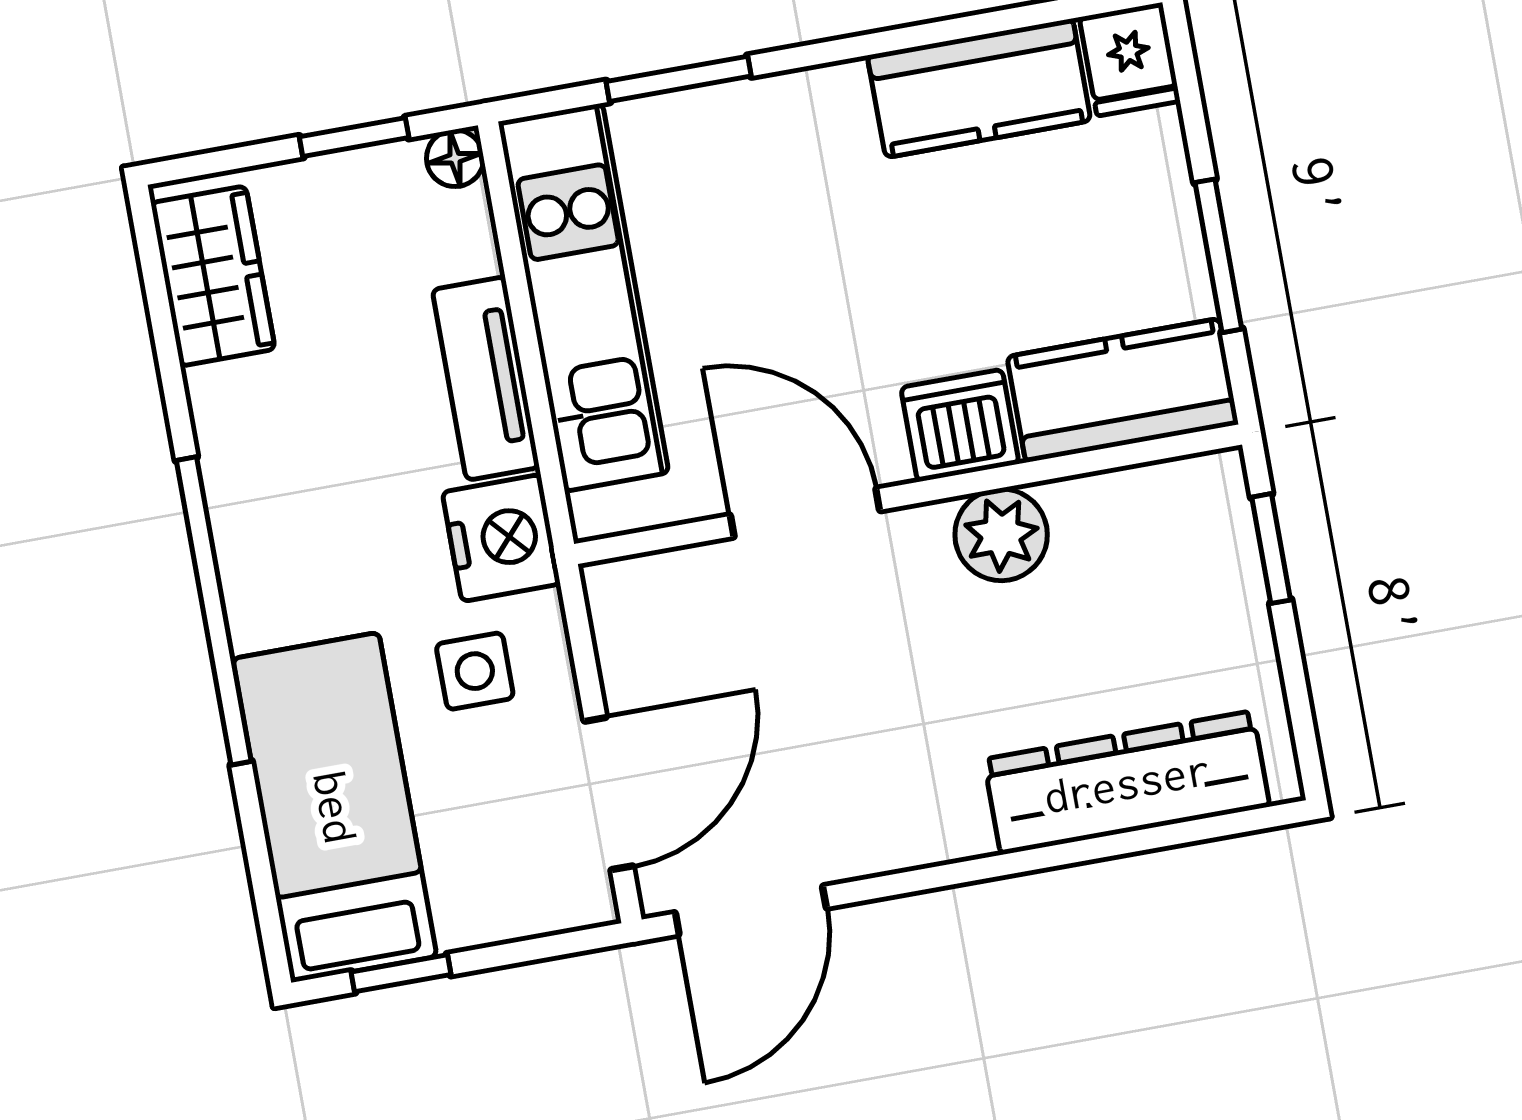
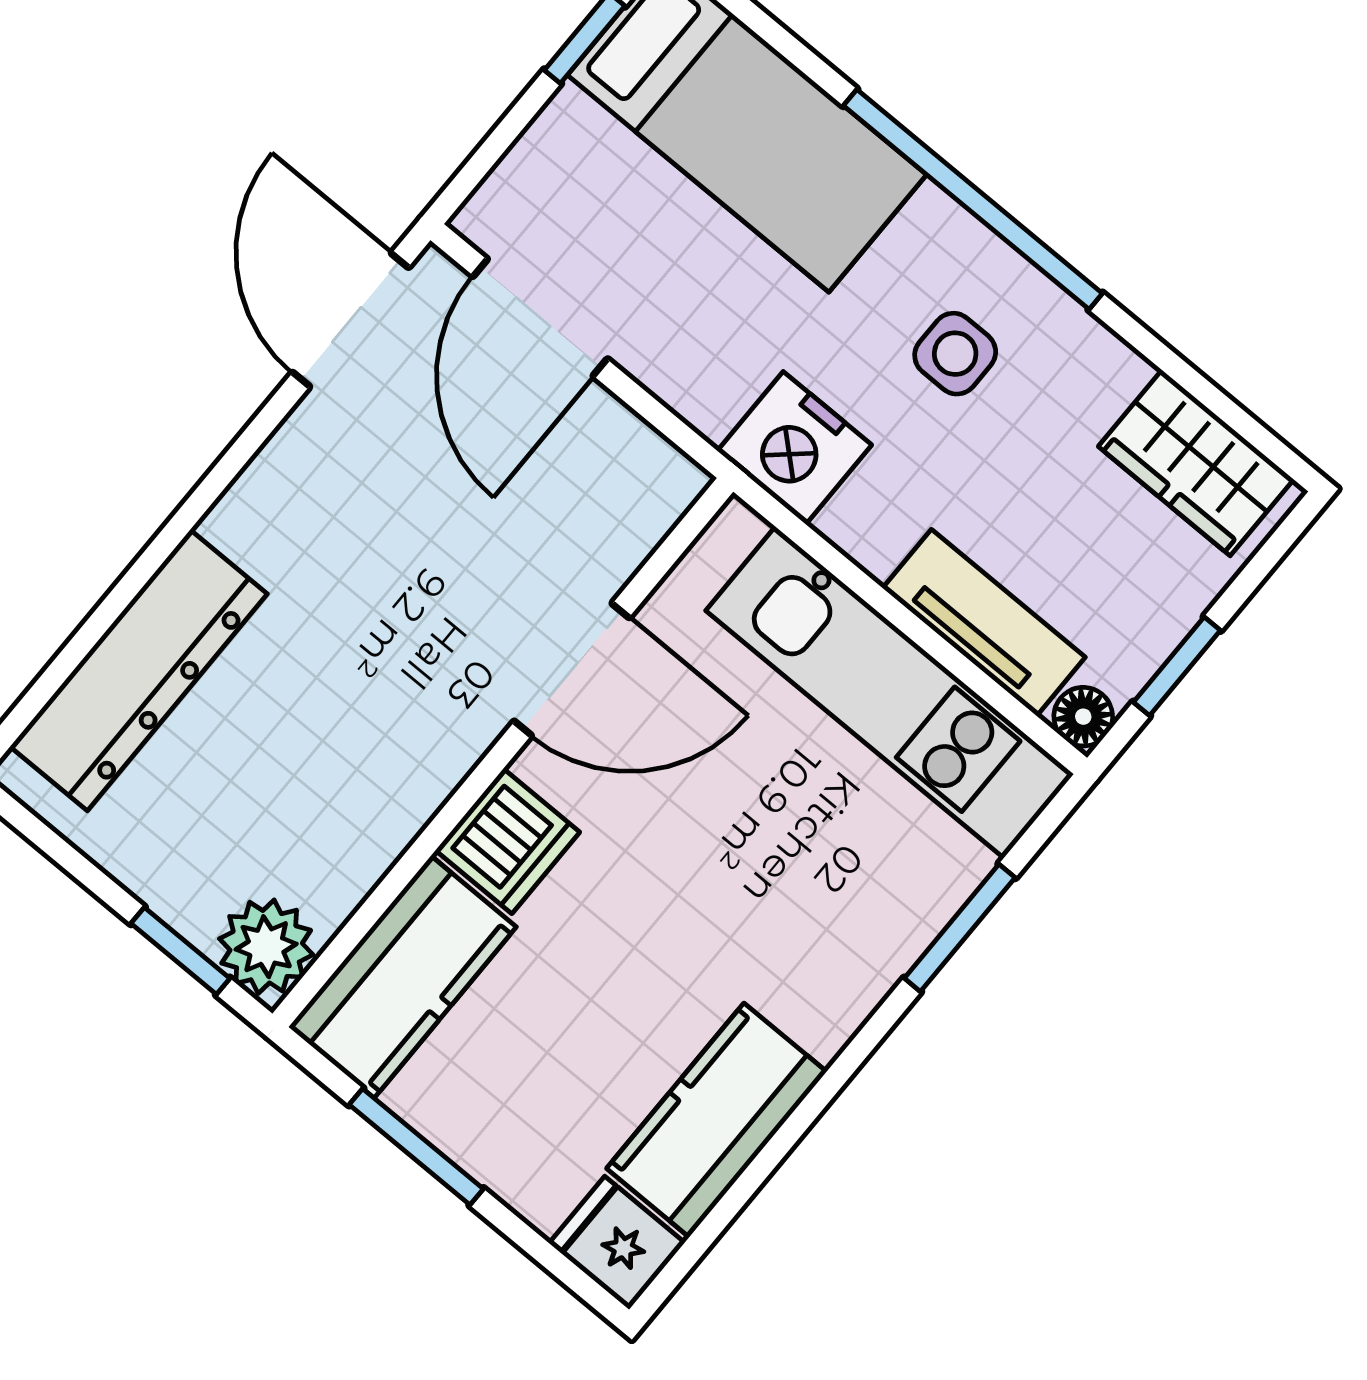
tv unit: (486, 378) -> (984, 623), moved
plant: (1001, 535) -> (266, 947), moved
side table: (475, 671) -> (955, 354), moved

